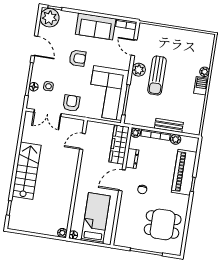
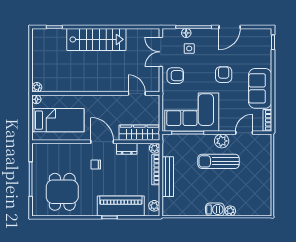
plant: (50, 18) -> (262, 38), removed
armchair: (78, 58) -> (224, 75), turned 180
bench: (169, 125) -> (168, 177), width x1.36
plant: (176, 139) -> (154, 206), moved

